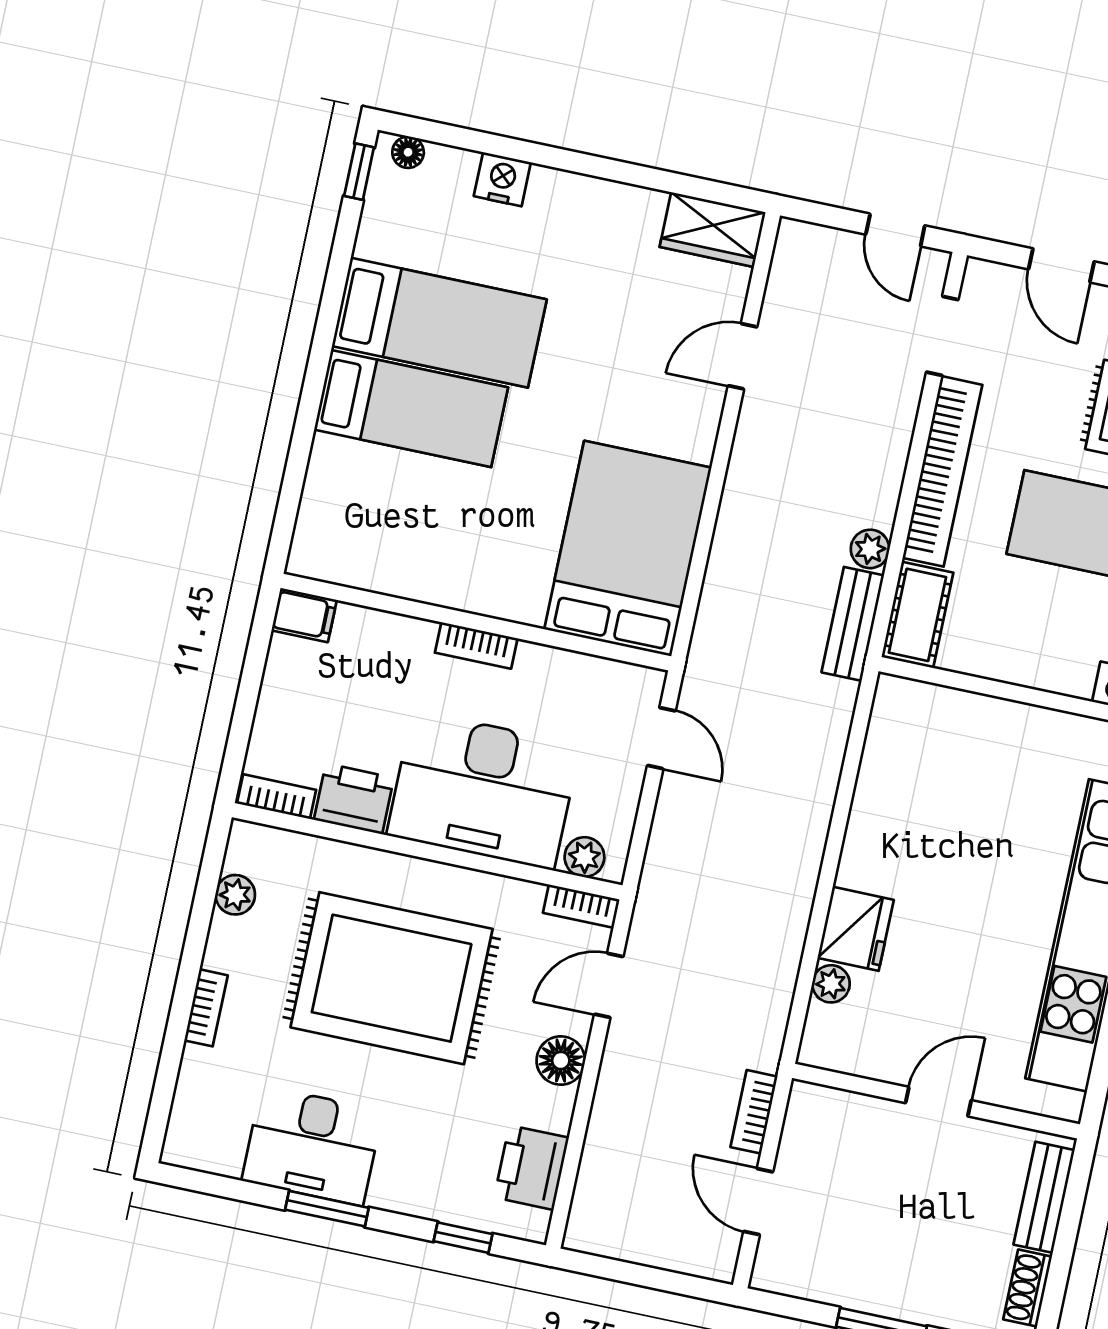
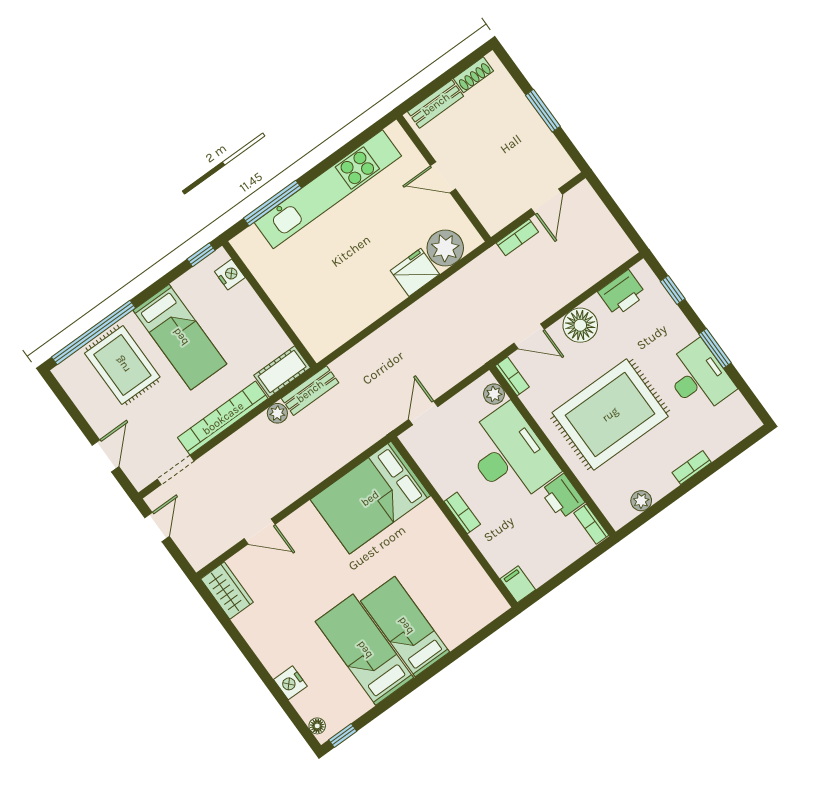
rug: (392, 978) -> (610, 414), turned 90
plant: (831, 984) -> (445, 248), width x1.88, depth x1.88
floor lamp: (561, 1060) -> (580, 325), width x1.38, depth x1.38

